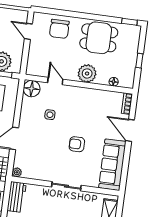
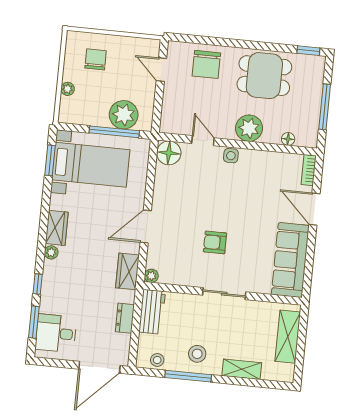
window: (139, 61) -> (325, 107), width x2.17
side table: (50, 115) -> (231, 156), moved
armchair: (77, 144) -> (215, 242), moved

